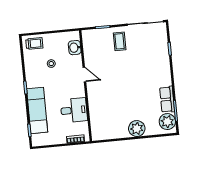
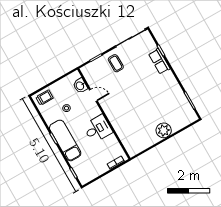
door: (84, 74) -> (93, 95), moved
row of seats: (167, 99) -> (159, 61), moved
exam couch: (37, 110) -> (65, 140), moved
desk: (74, 110) -> (98, 129), moved
plant: (167, 122) -> (187, 113), removed

